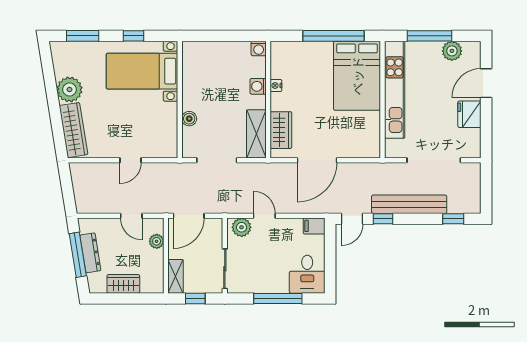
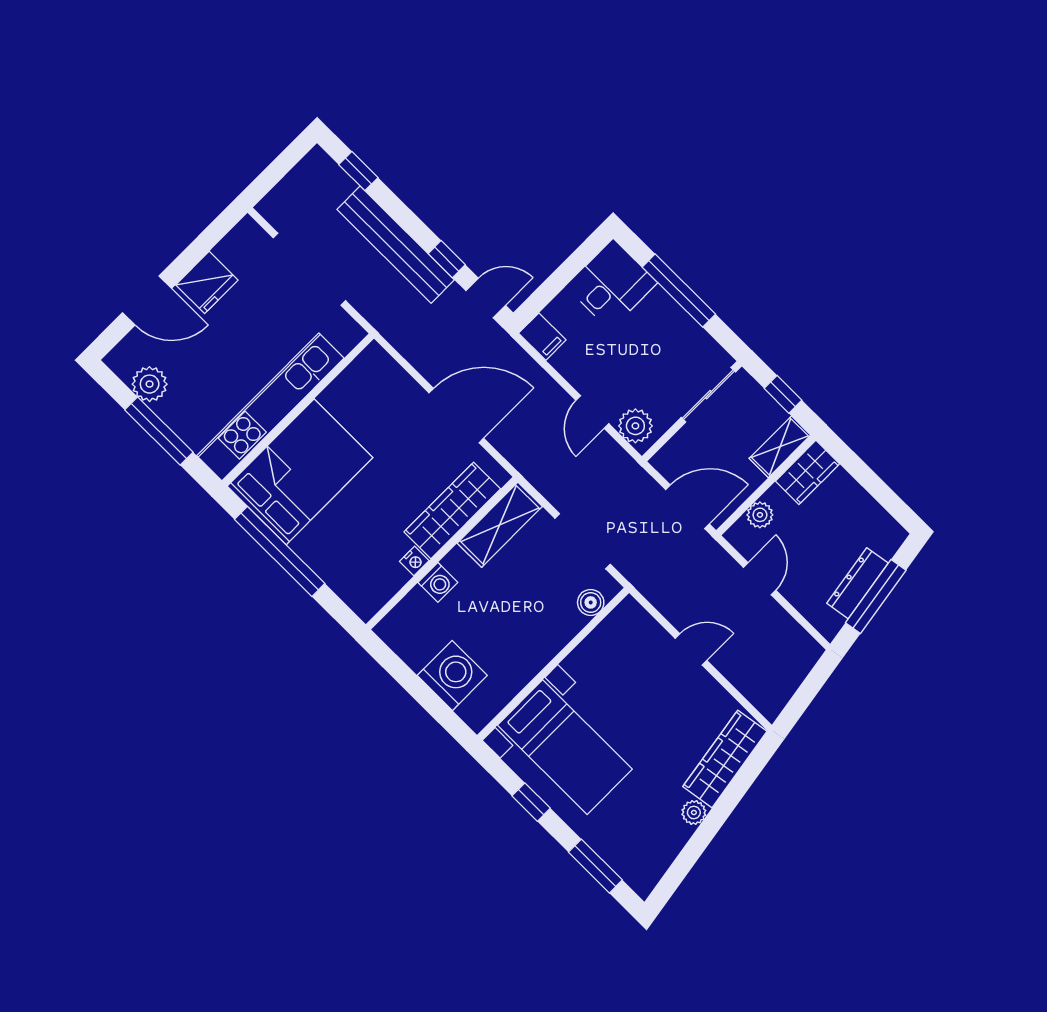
washing machine: (259, 48) -> (452, 675), moved, width x1.89, depth x1.89
plant: (70, 89) -> (694, 813), width x0.53, depth x0.53
boiler: (189, 119) -> (591, 602), moved
wardrobe: (281, 130) -> (452, 510), width x1.50
wardrobe: (123, 284) -> (807, 472), moved, turned -90

